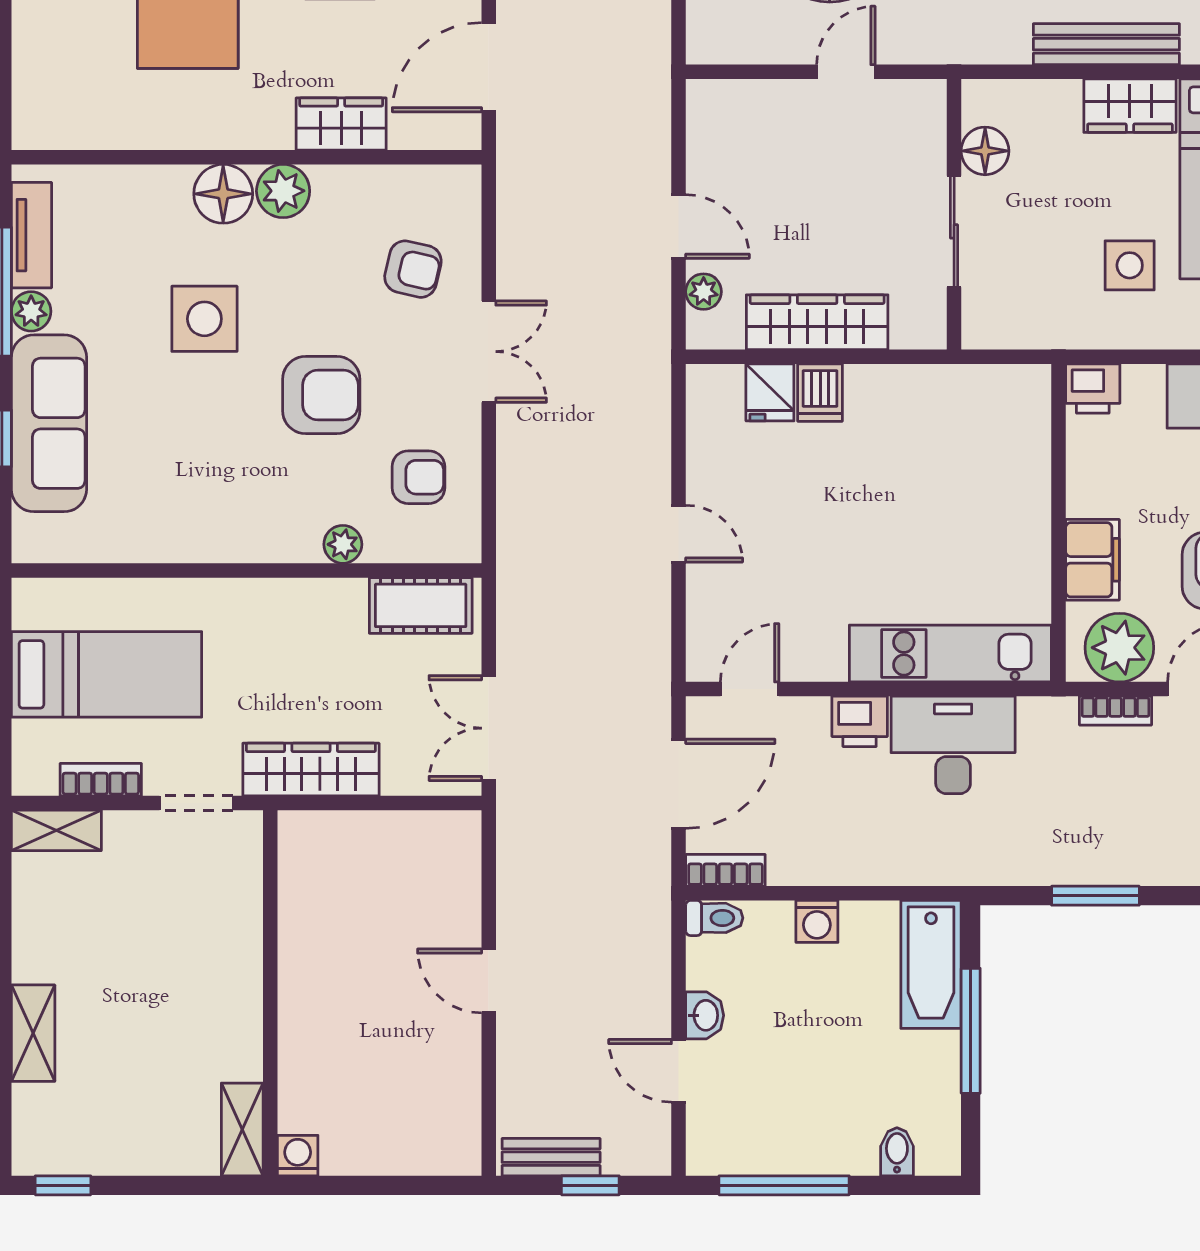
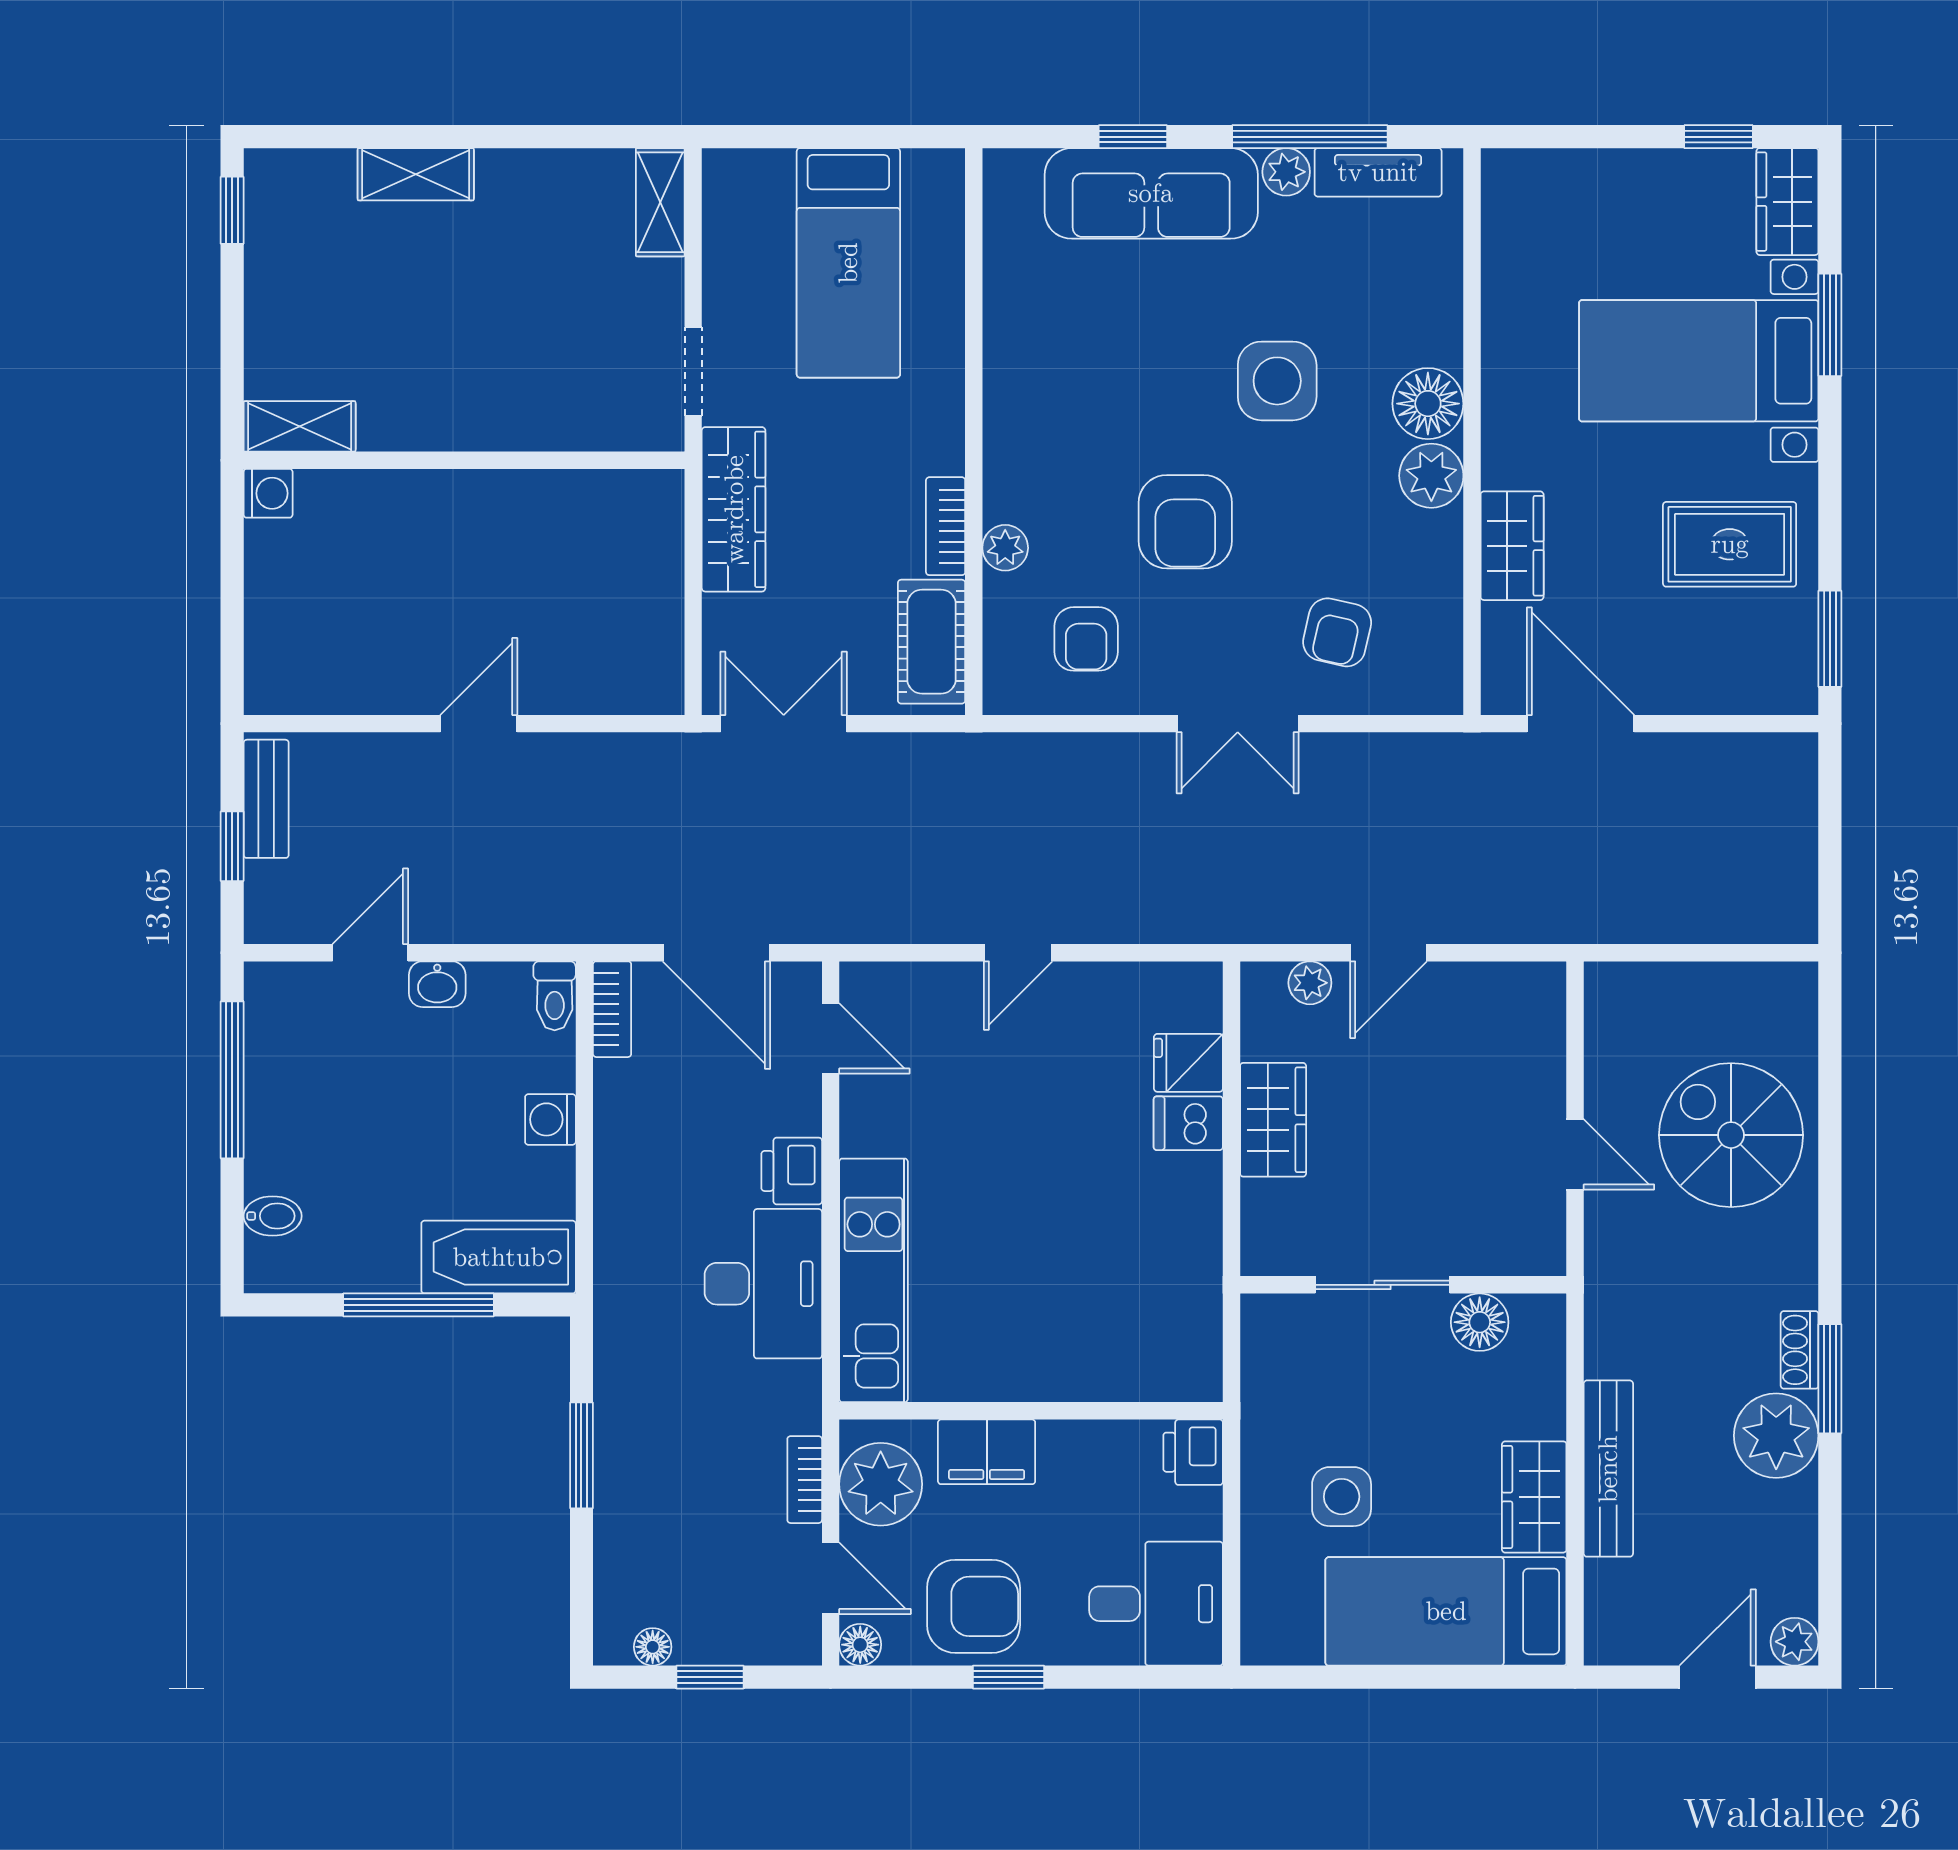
wardrobe: (817, 322) -> (1273, 1120), width x0.67
bookcase: (101, 780) -> (946, 526), moved, turned 180

